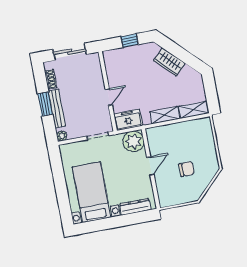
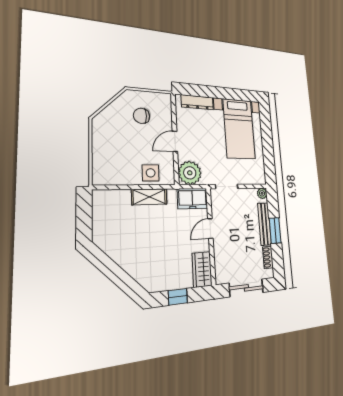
wardrobe: (169, 62) -> (202, 269), moved, turned -135
shelving: (193, 110) -> (112, 197), removed
side table: (167, 135) -> (151, 173), added
chair: (187, 169) -> (142, 116), moved

